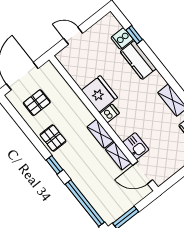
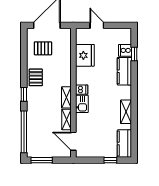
fridge: (99, 94) -> (85, 55), moved
kitchen sink: (136, 146) -> (82, 104), moved

